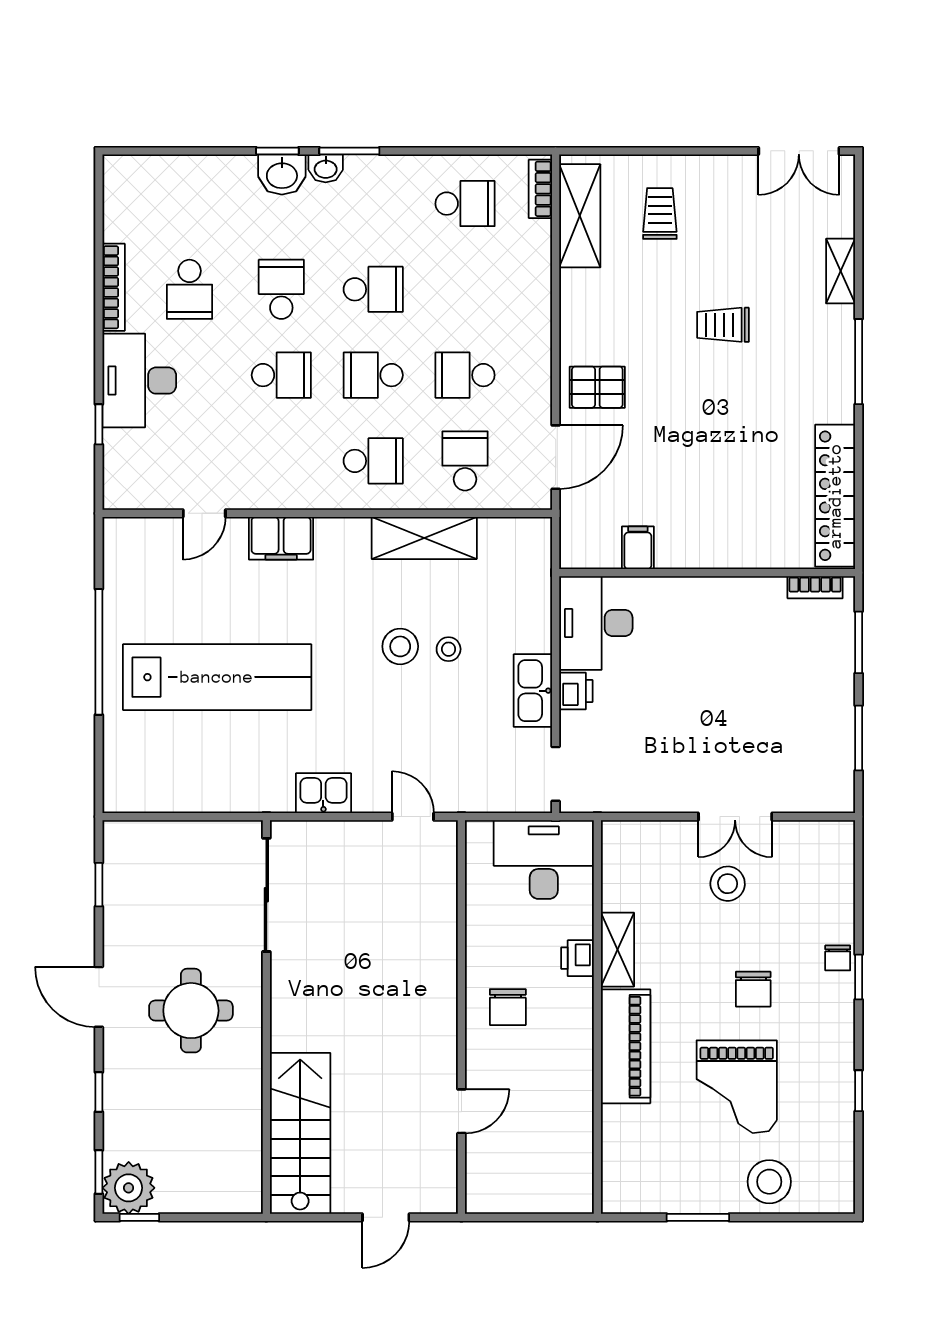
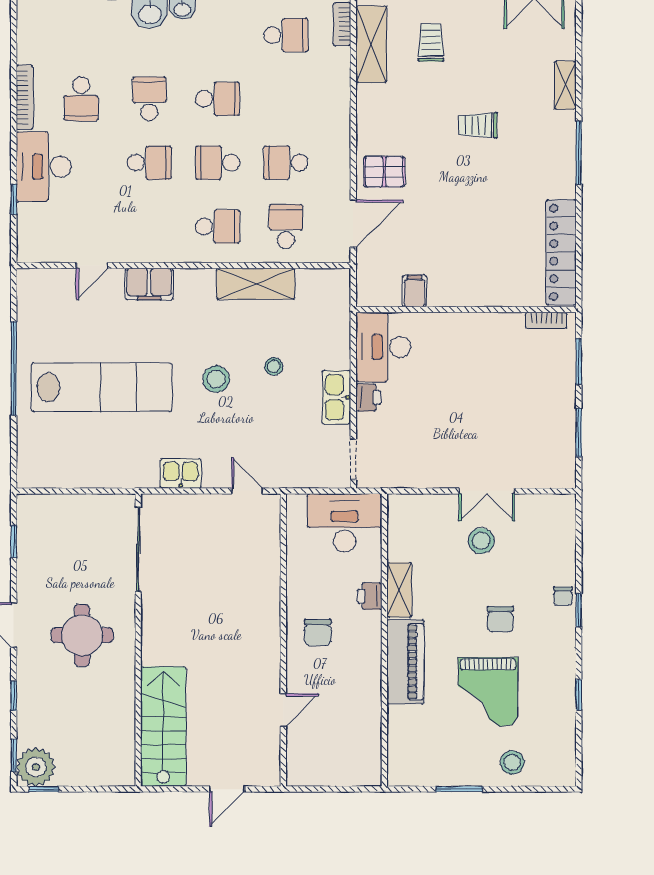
stool: (400, 646) -> (216, 379), moved
stool: (769, 1182) -> (512, 762), width x0.73, depth x0.73

